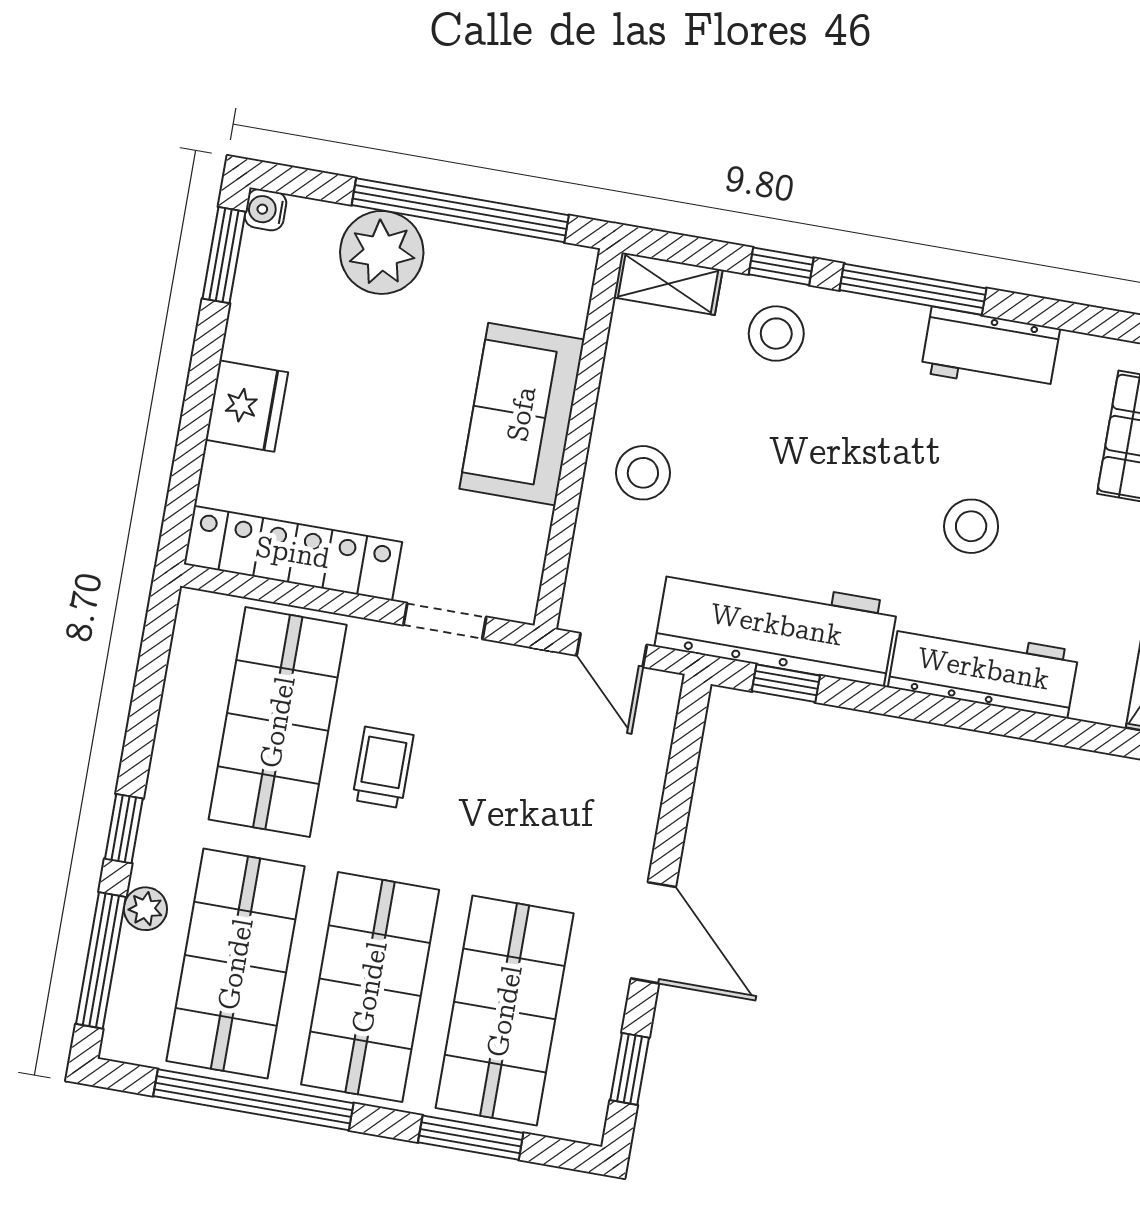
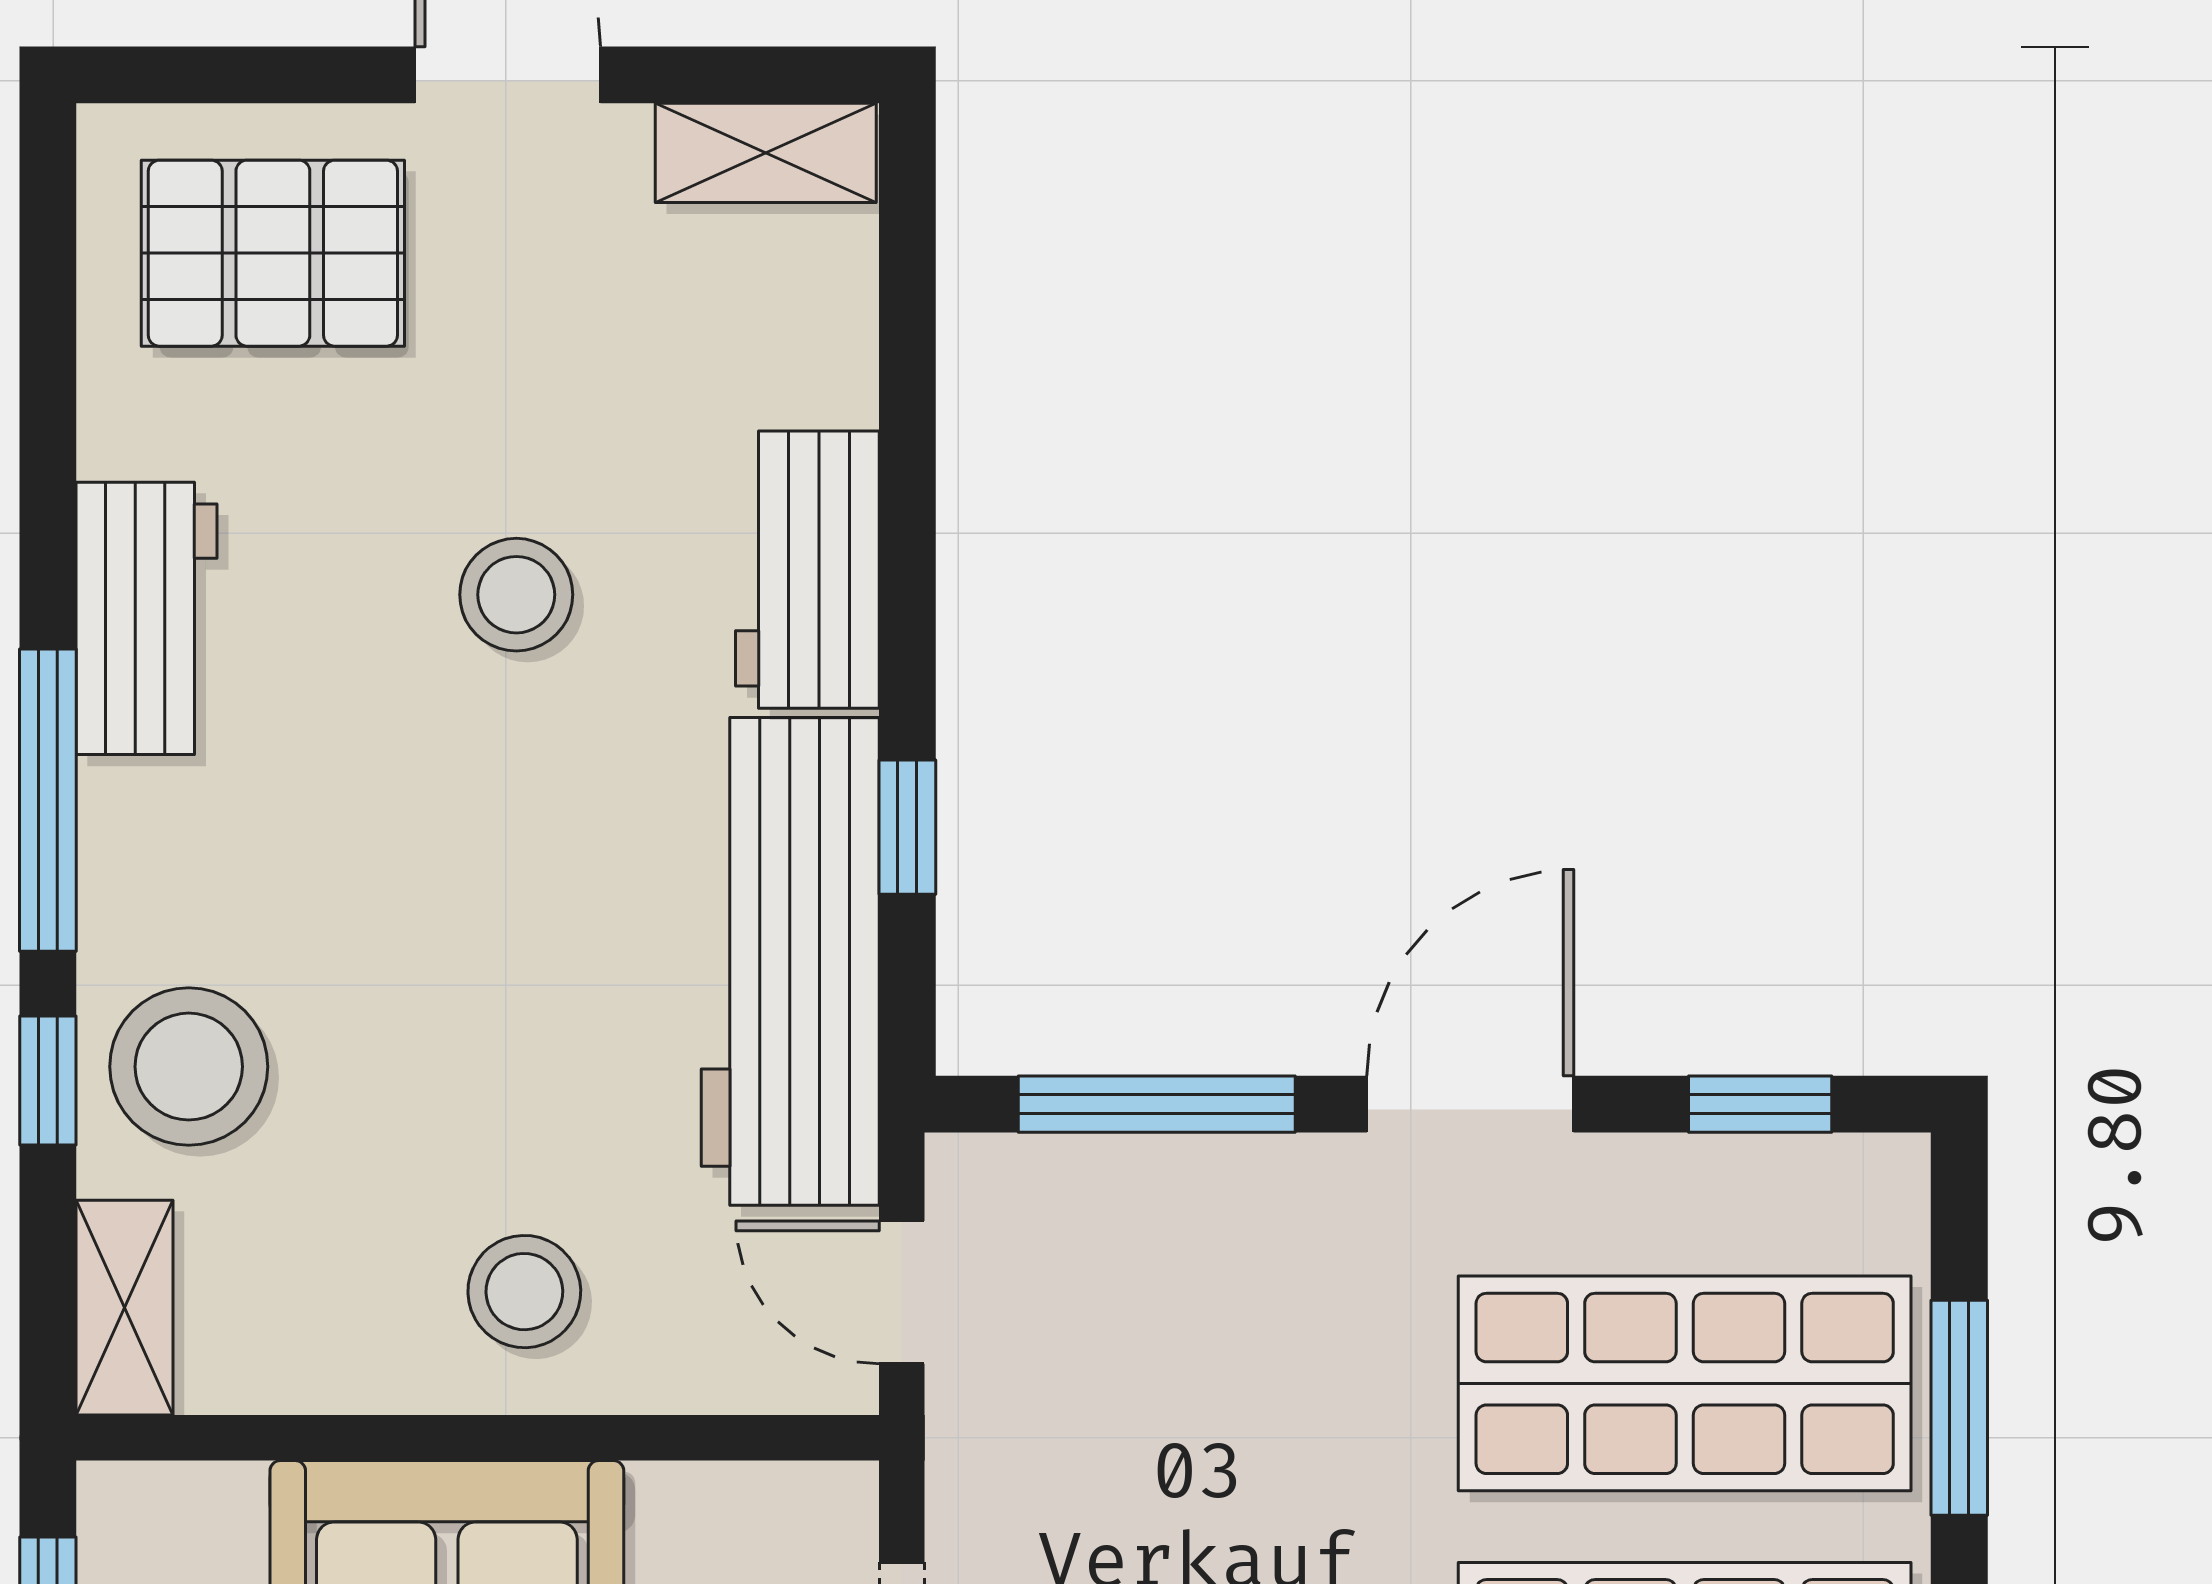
stool: (776, 334) -> (189, 1067), width x1.38, depth x1.38
door: (612, 650) -> (902, 1292), swing flipped
workbench: (983, 669) -> (807, 570), width x0.73
window: (786, 683) -> (907, 827), moved
window: (679, 785) -> (1157, 1104), added

